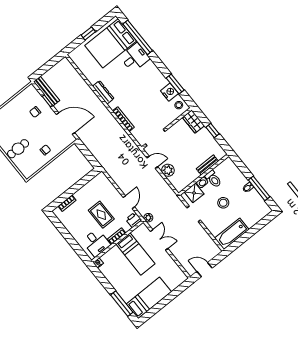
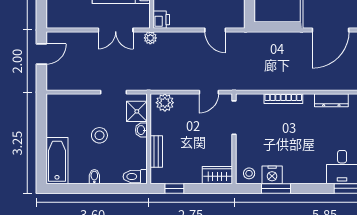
window: (213, 131) -> (174, 188), moved
plant: (168, 170) -> (165, 103), moved
toilet: (213, 179) -> (135, 177), moved
window: (259, 188) -> (83, 188), removed
door: (129, 202) -> (215, 30), moved
bathtub: (232, 234) -> (57, 161), moved

